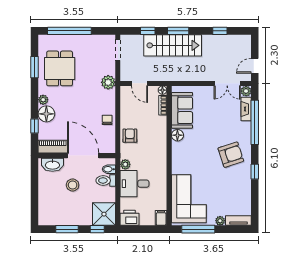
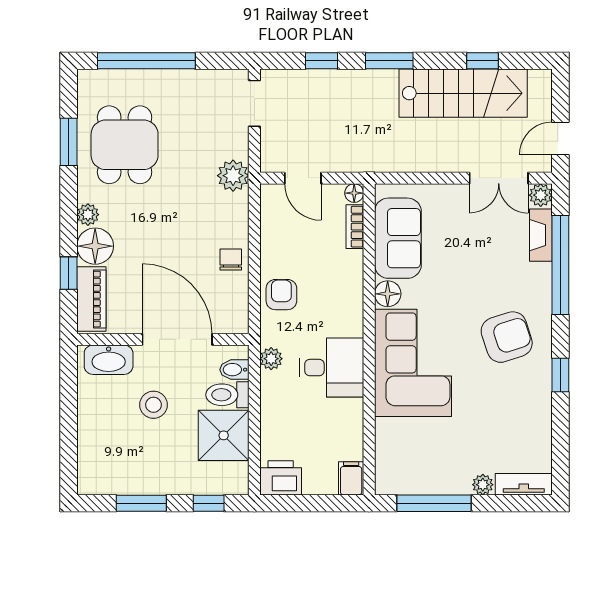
stairs: (173, 45) -> (463, 93), moved
piano: (53, 147) -> (91, 299), moved, turned 90
desk: (135, 184) -> (332, 368), moved, turned 180
corner sofa: (189, 199) -> (413, 363), moved
shower: (104, 214) -> (224, 435), moved

